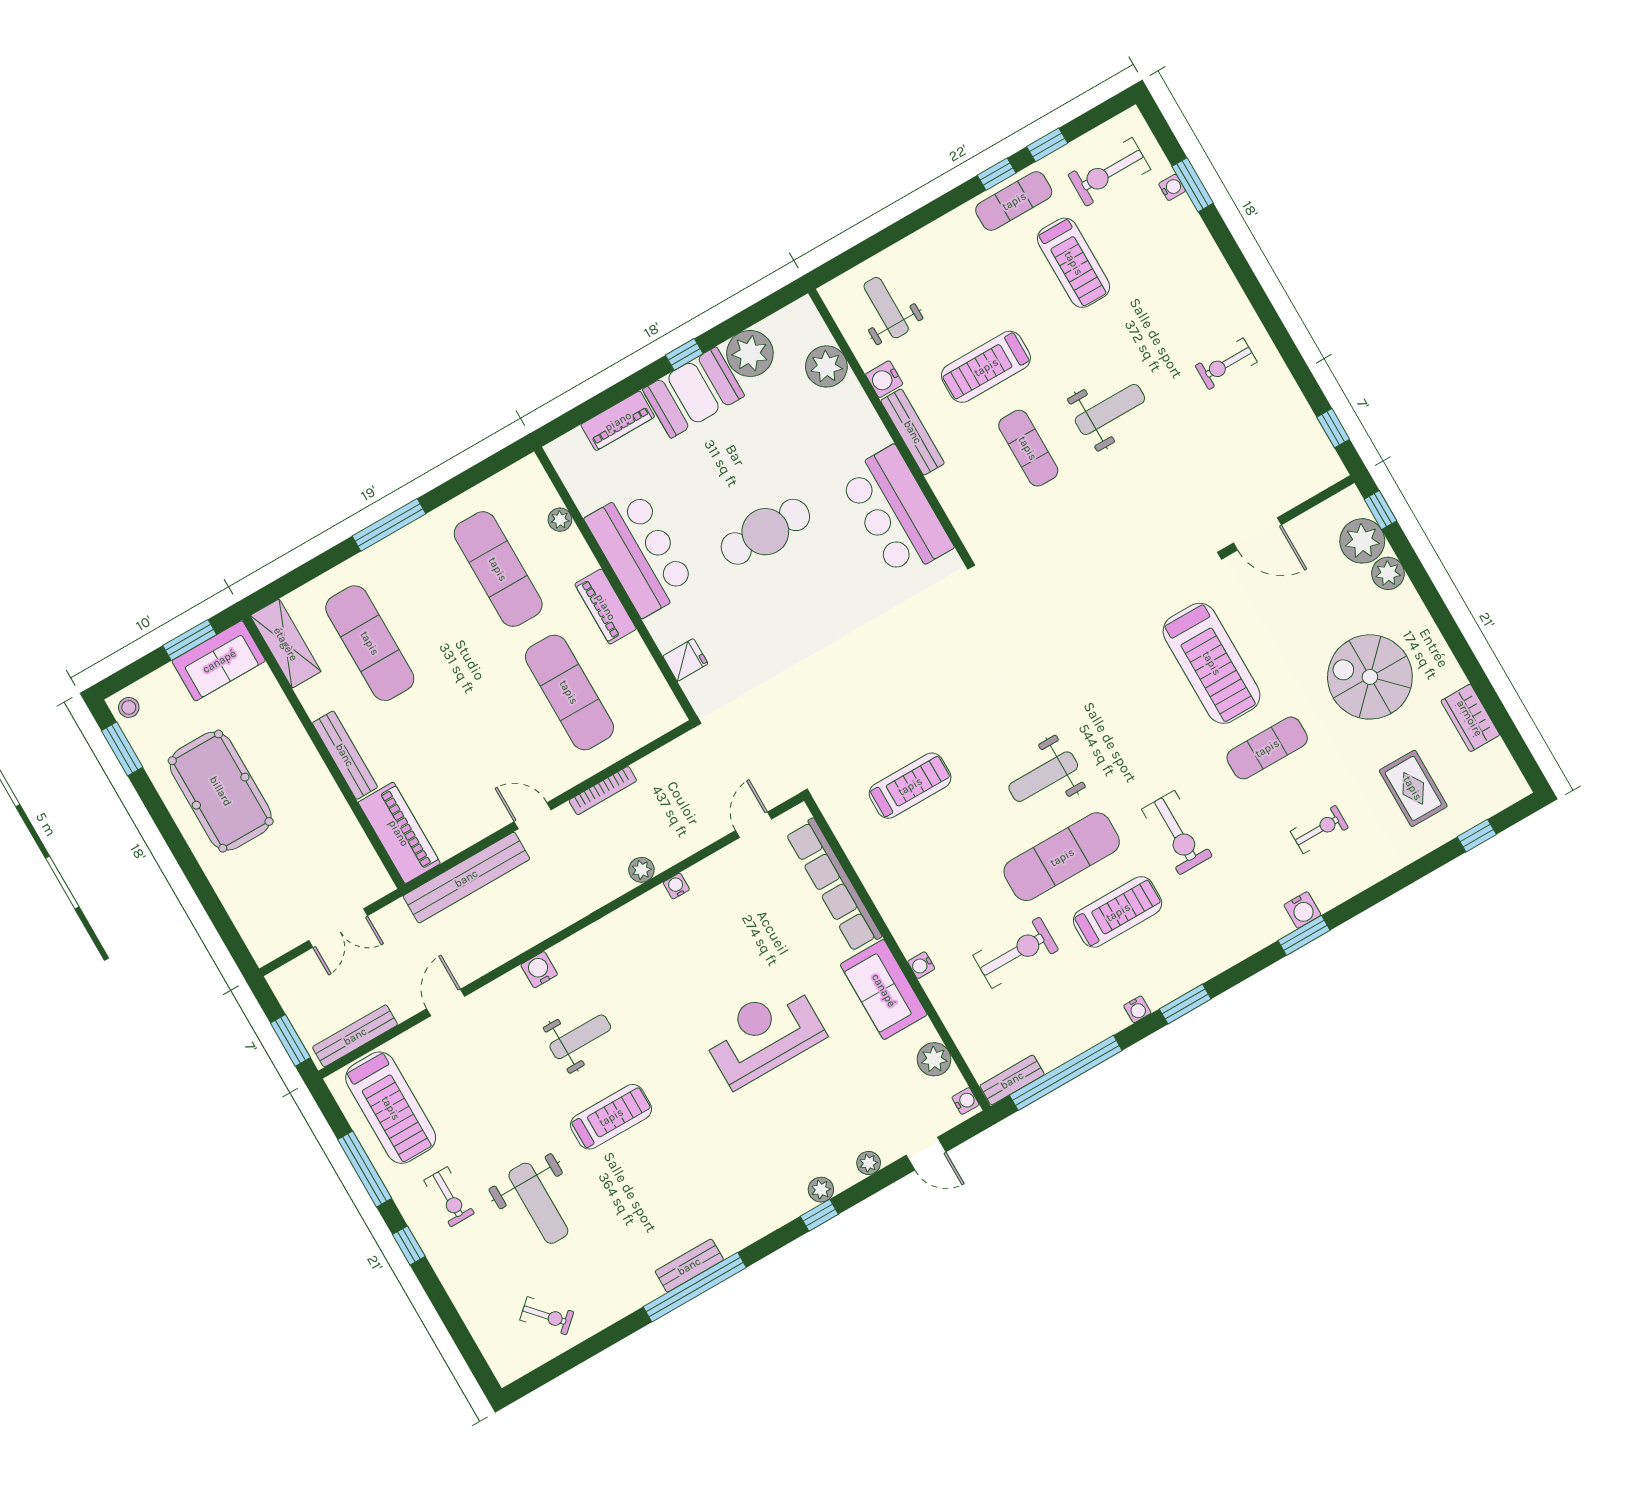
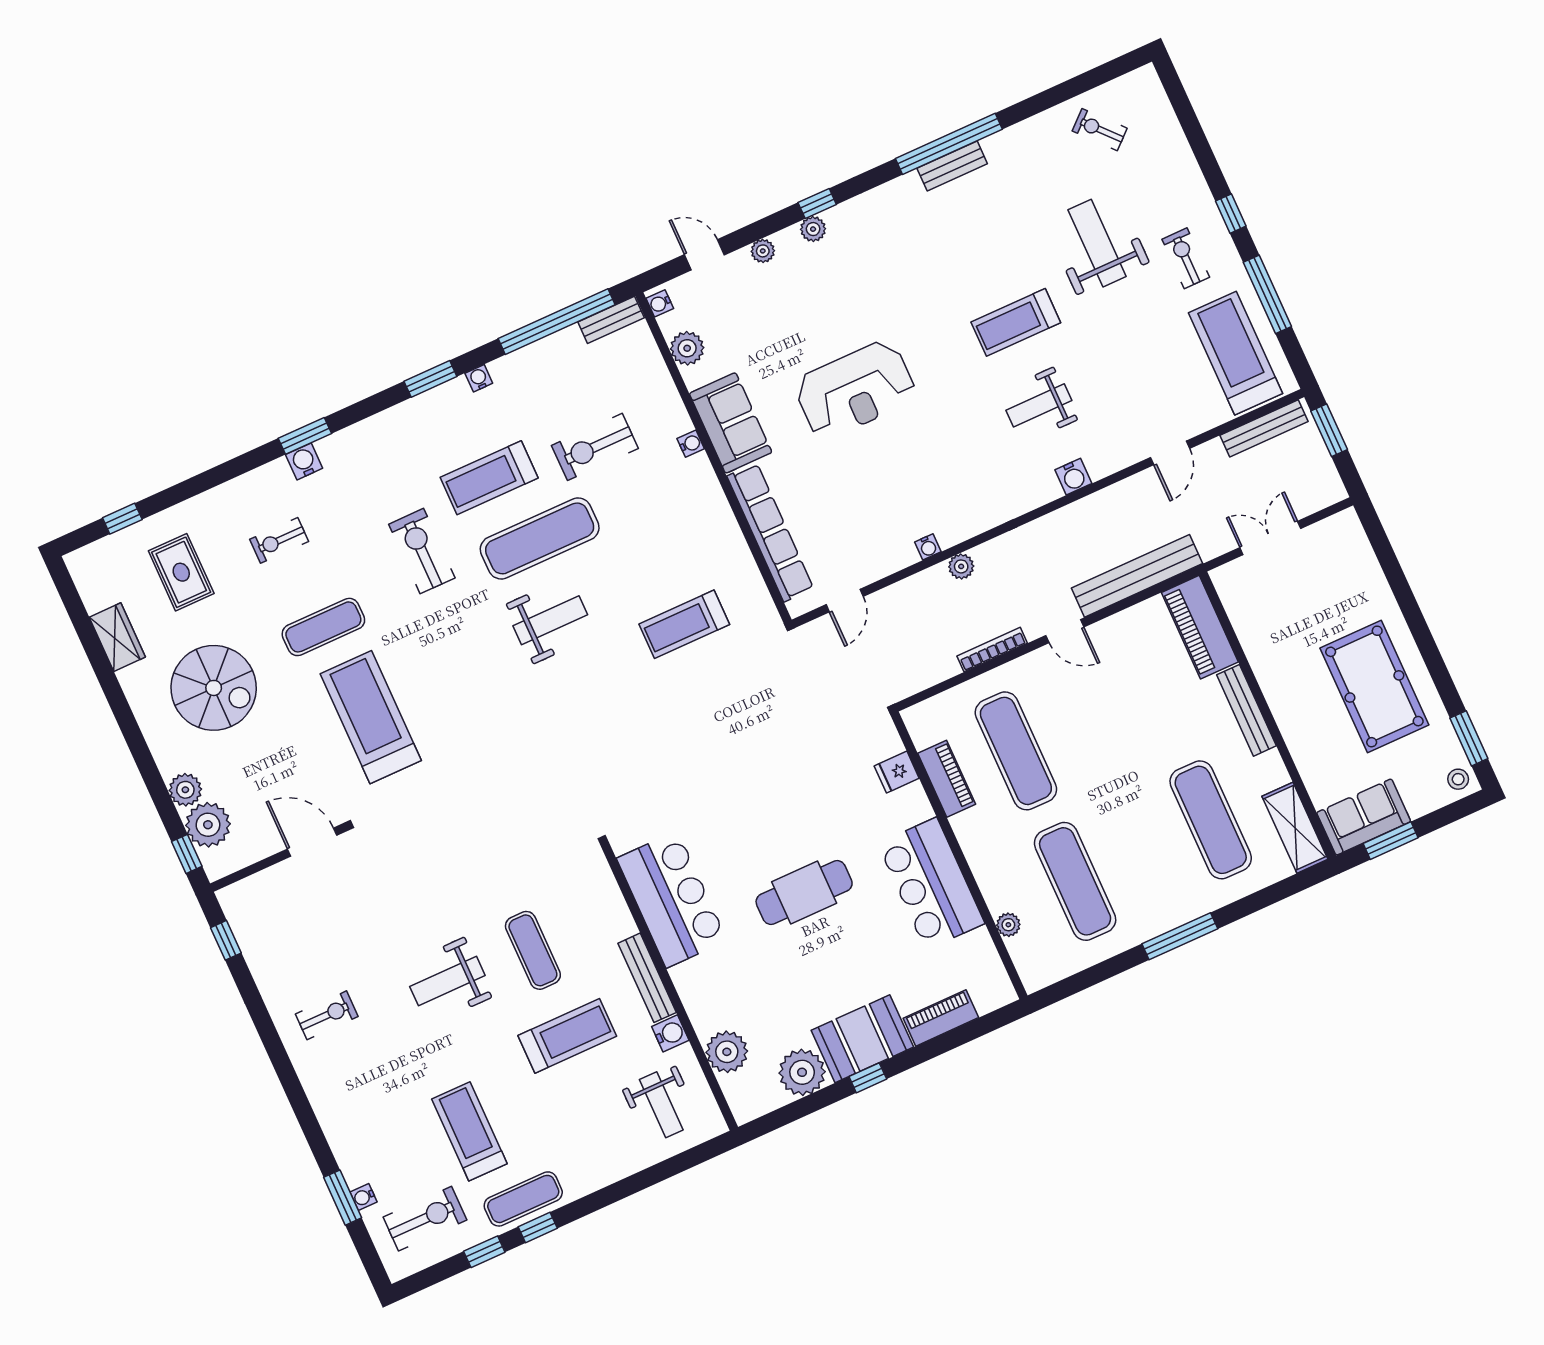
piano: (606, 607) -> (947, 779), moved

